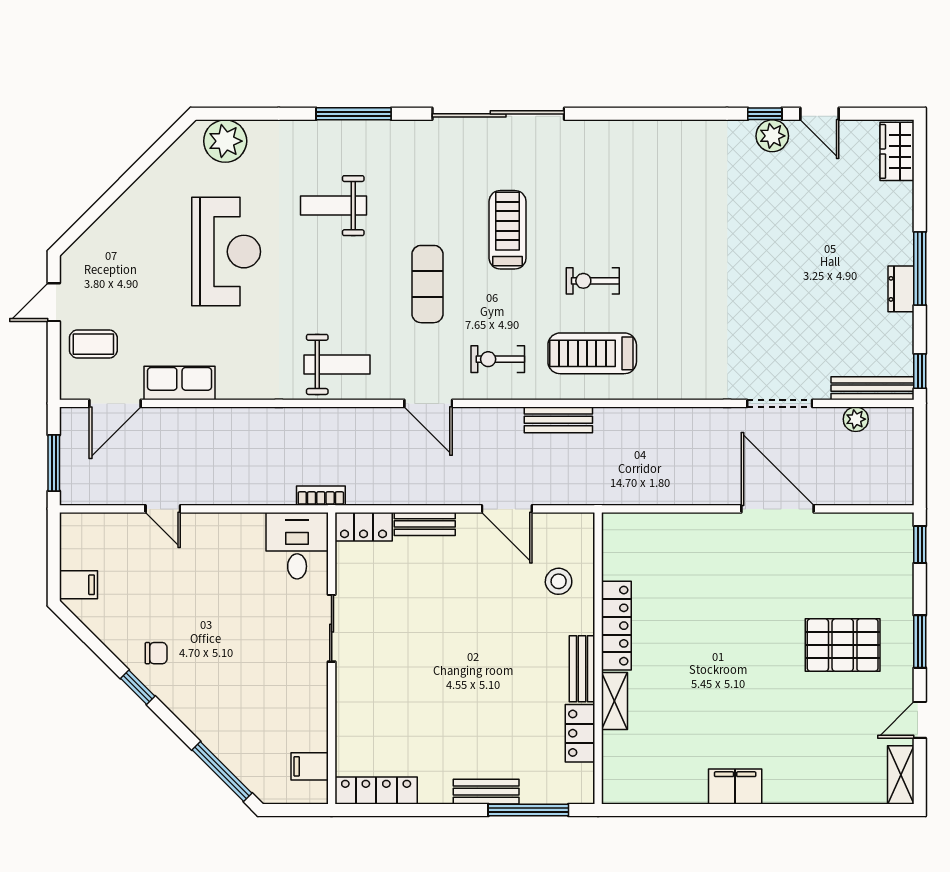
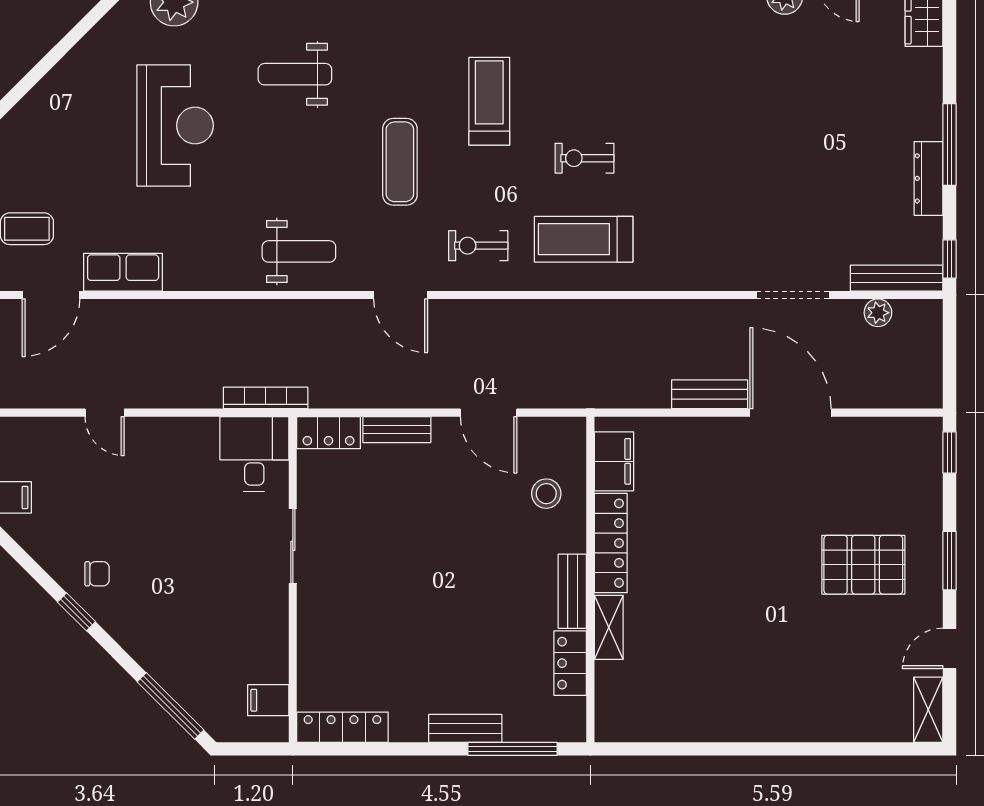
dresser: (901, 289) -> (929, 178), width x1.44
bench: (558, 420) -> (710, 394), moved
bookcase: (321, 496) -> (266, 398), width x1.56
filing cabinet: (735, 787) -> (614, 461), moved, turned 90

